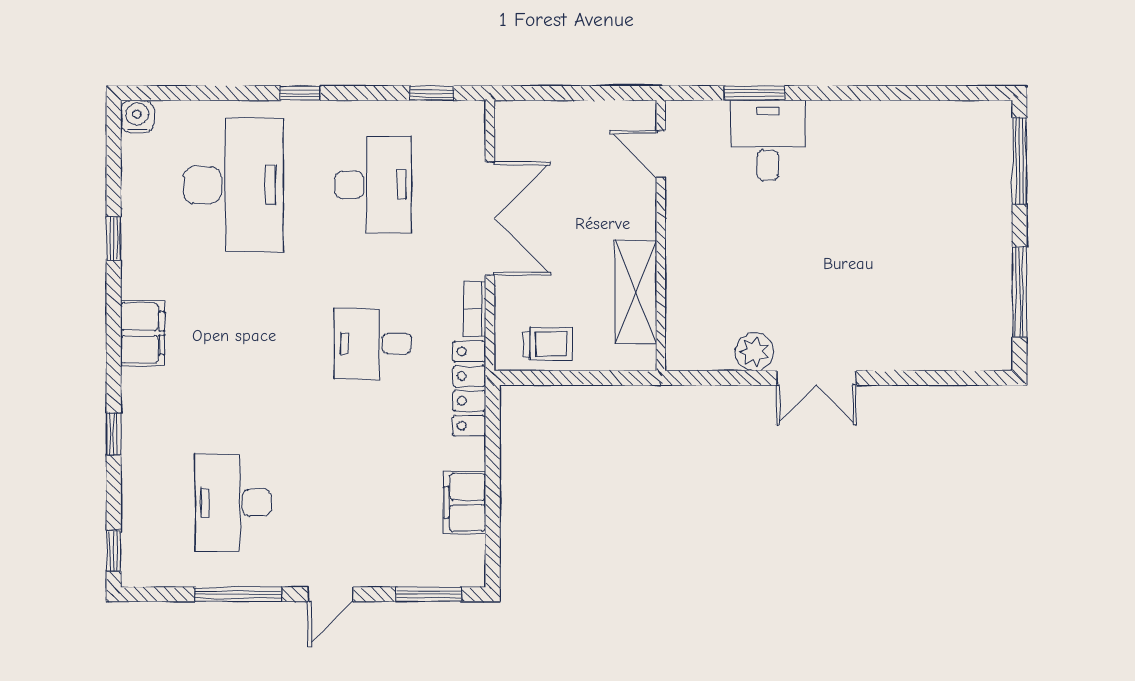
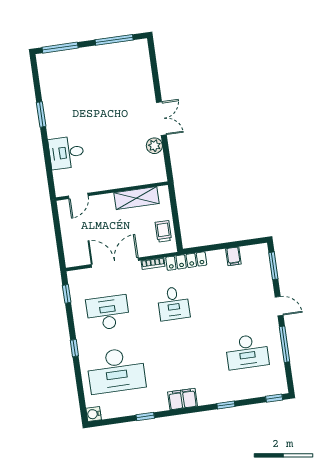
window: (754, 93) -> (41, 114), moved
desk: (233, 185) -> (116, 370), turned 180
filing cabinet: (465, 502) -> (233, 256), width x0.50

